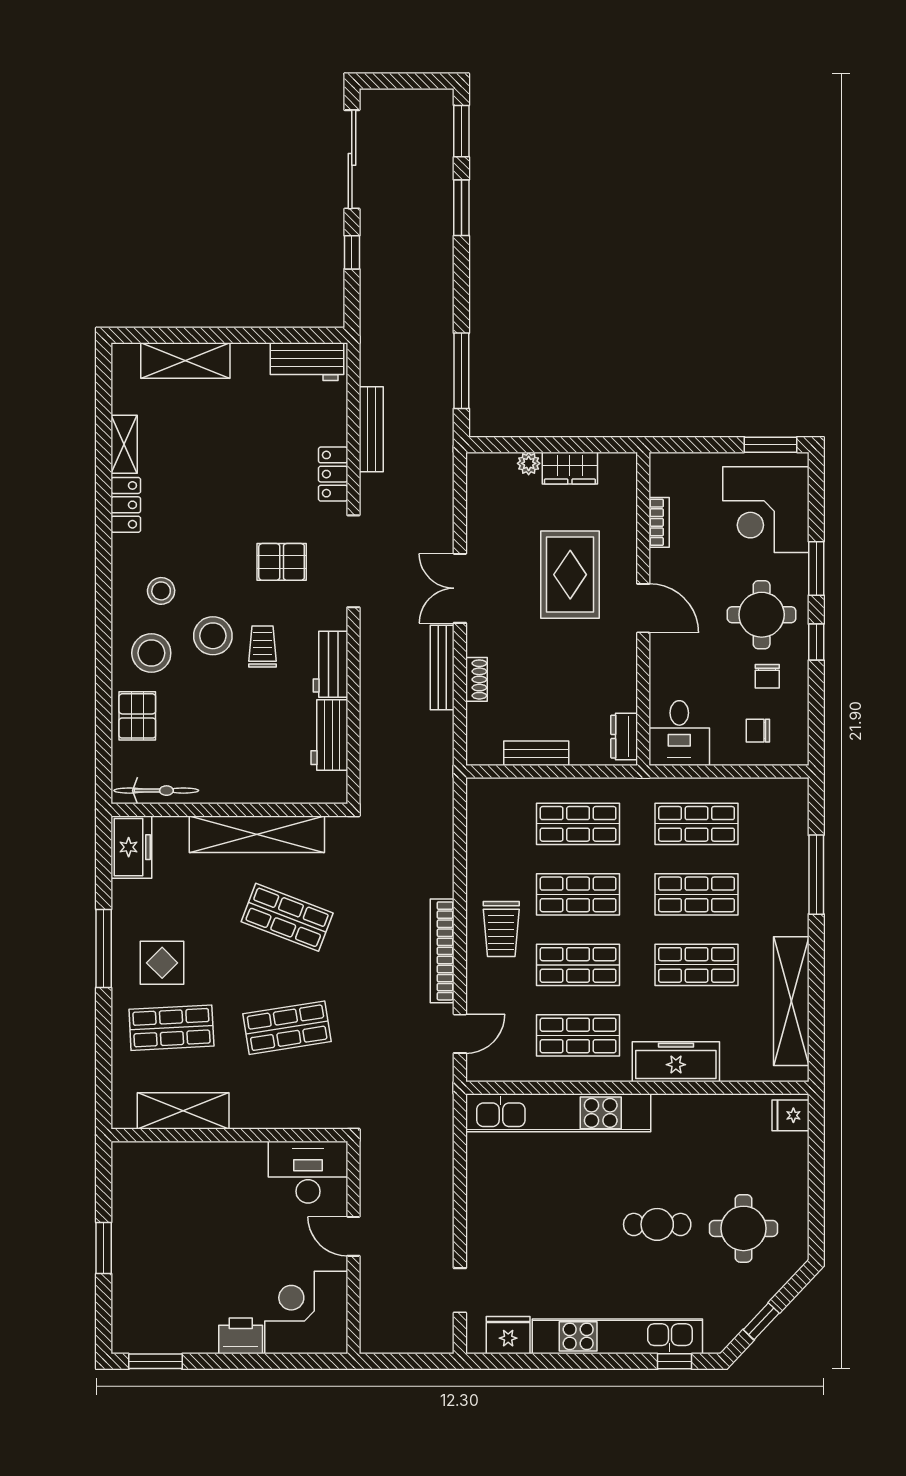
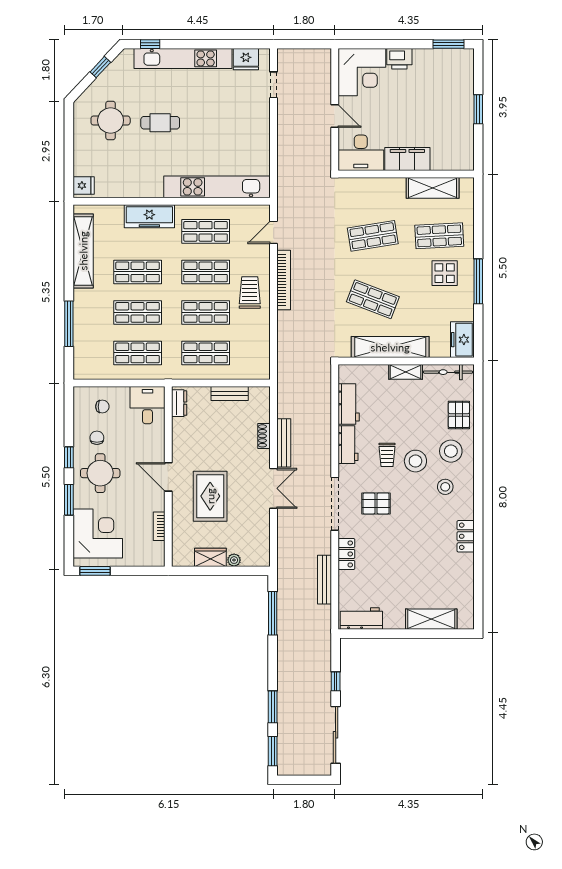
shelving: (124, 444) -> (406, 372), moved, turned 90
filing cabinet: (227, 1161) -> (407, 159), added

